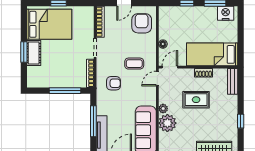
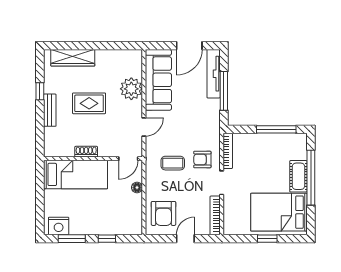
window: (24, 52) -> (311, 178), width x2.11
door: (157, 79) -> (144, 127), moved
bench: (233, 81) -> (50, 110), moved
armchair: (114, 83) -> (202, 160), moved
window: (65, 91) -> (276, 129), moved
rug: (196, 100) -> (89, 103), moved
plant: (163, 109) -> (137, 107), removed

